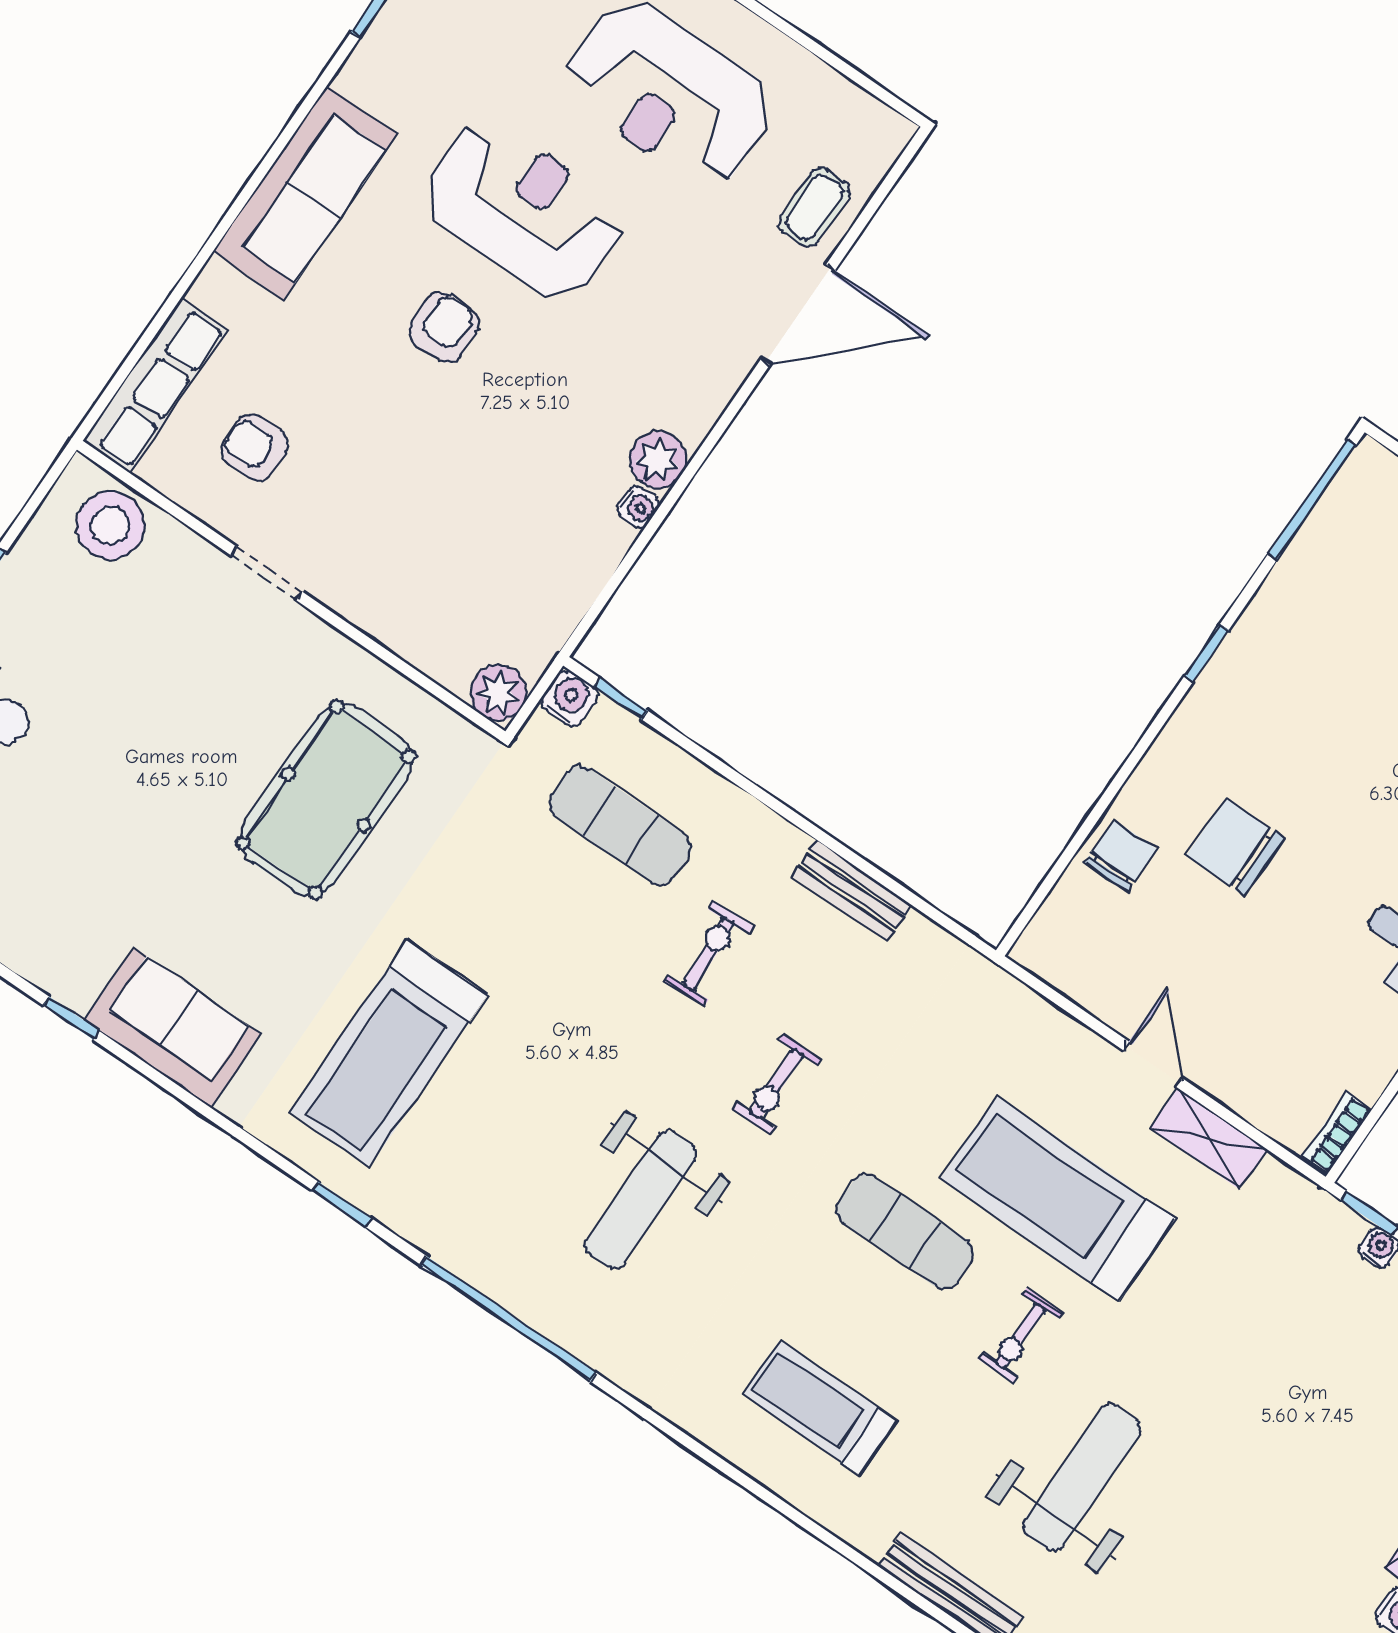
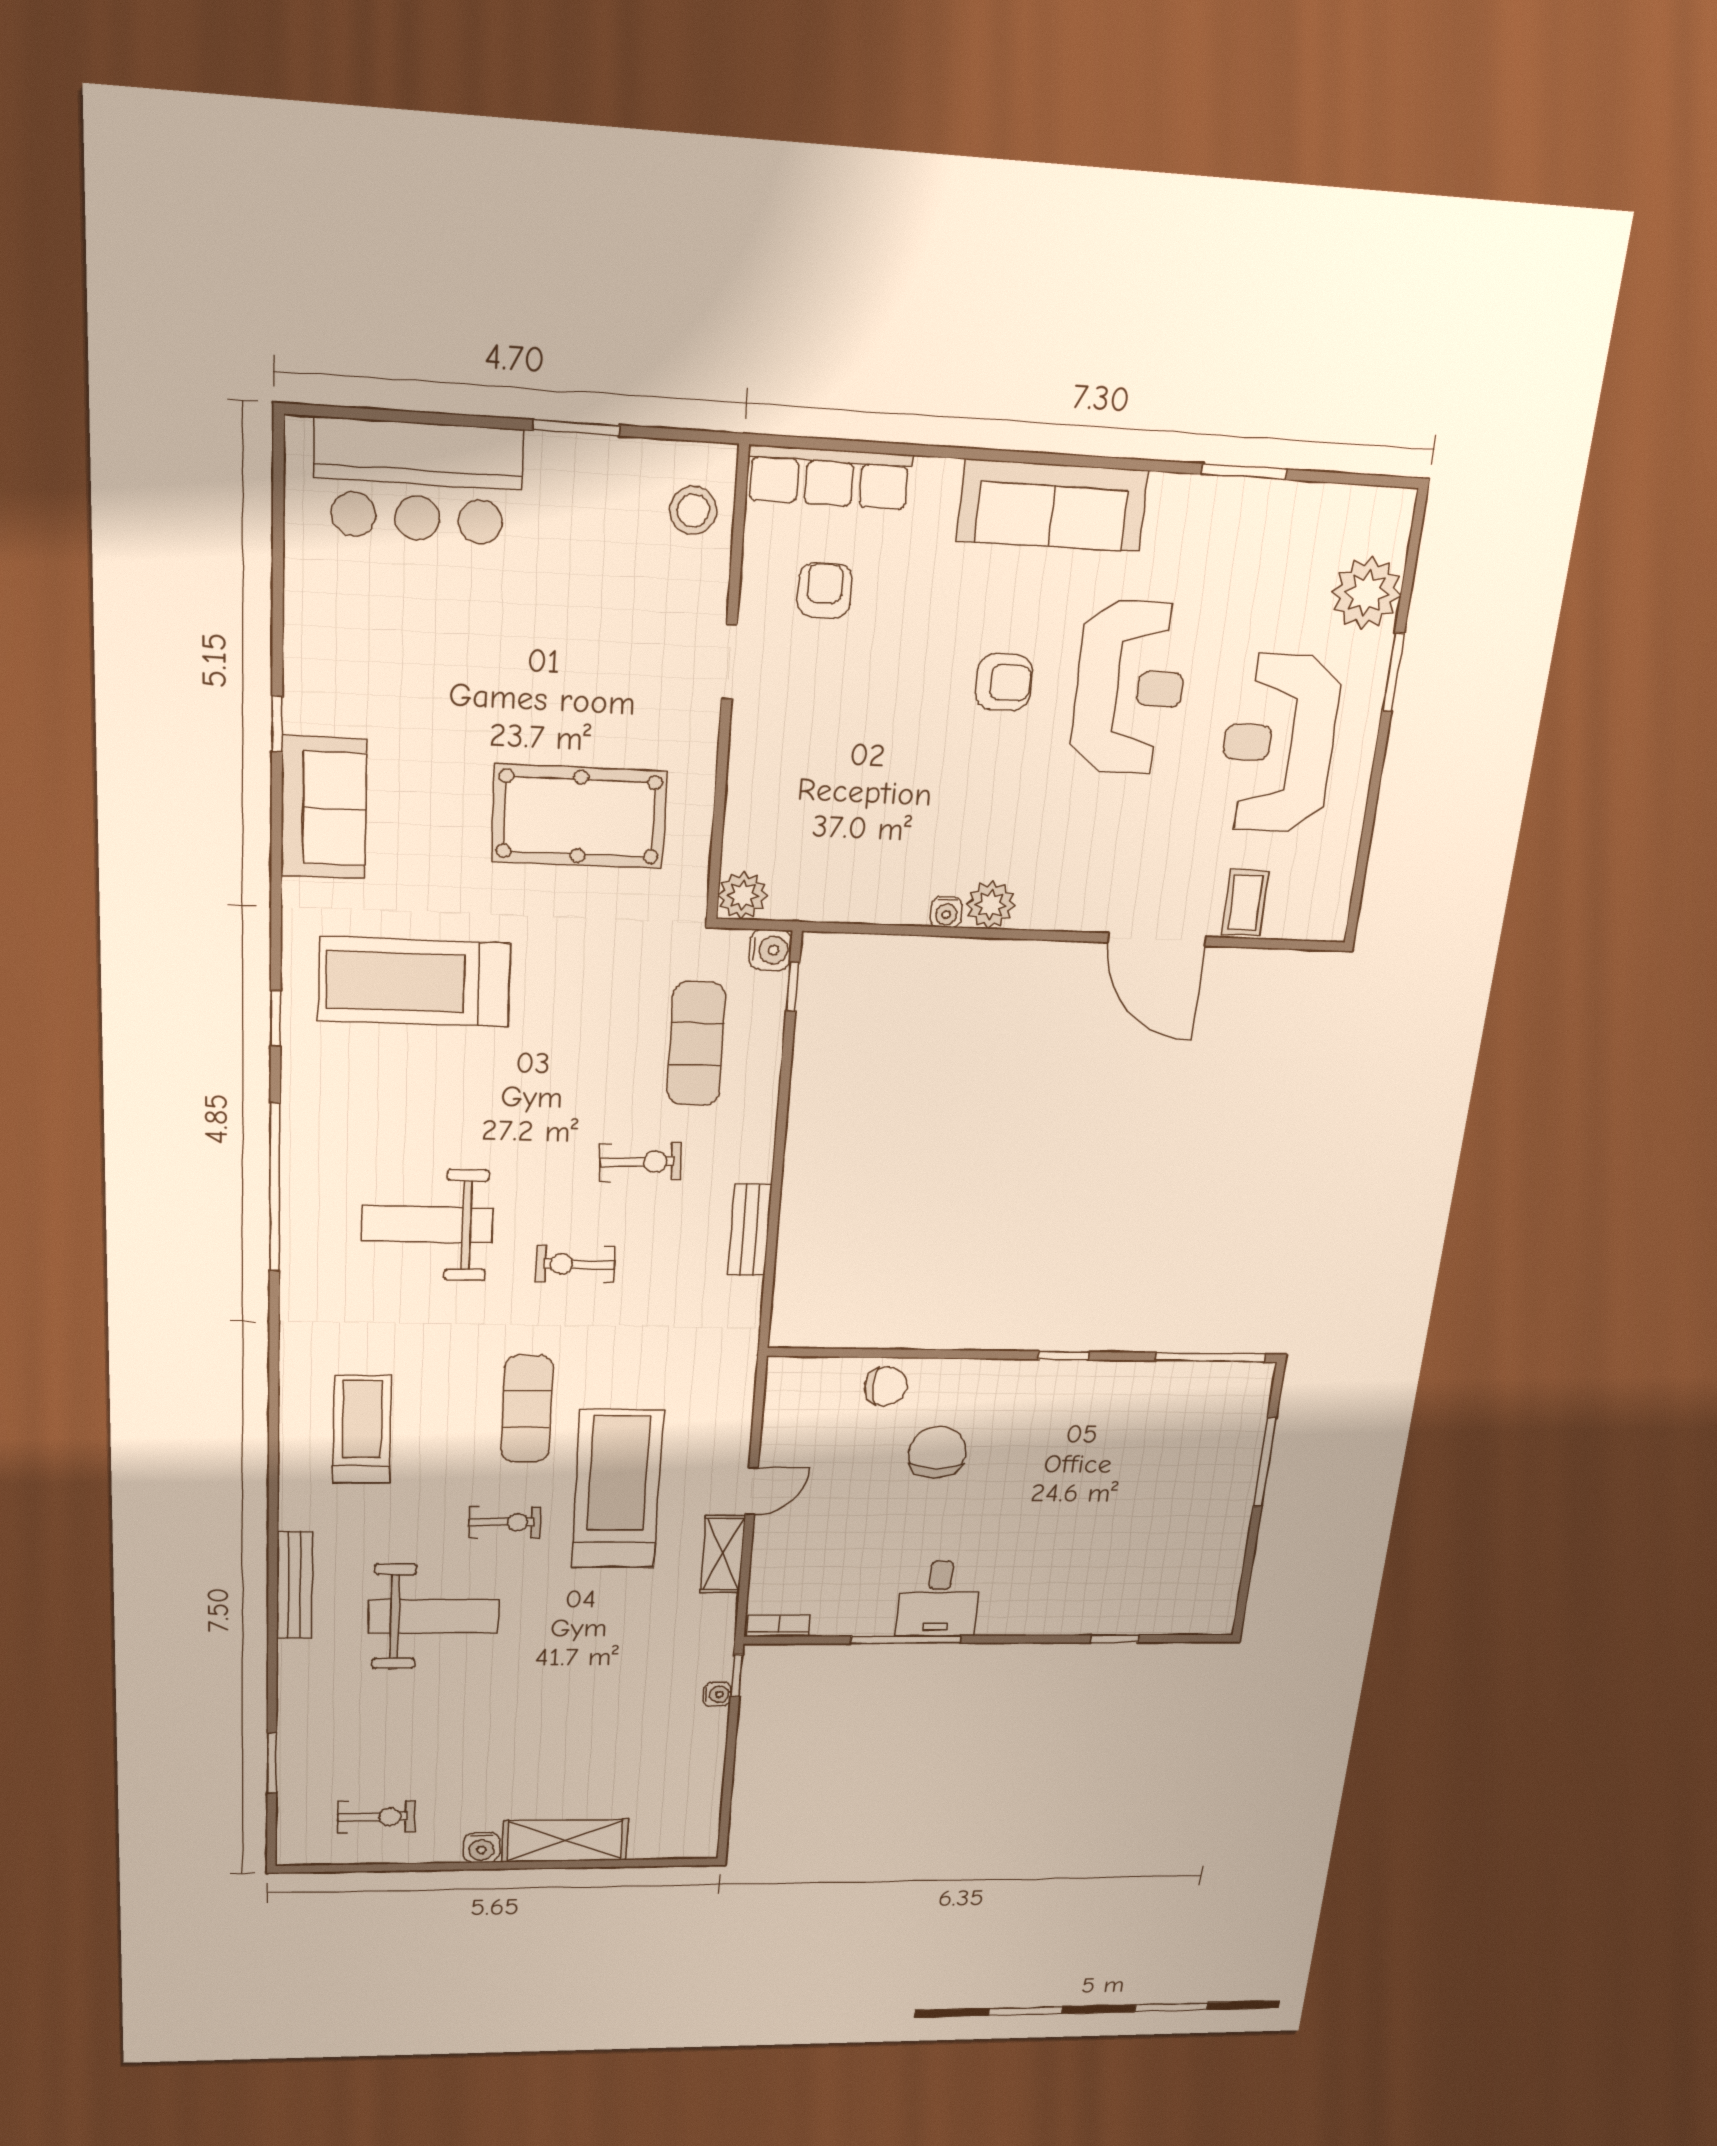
coffee table: (814, 207) -> (1245, 903), turned 90
stool: (110, 526) -> (693, 510), width x0.73, depth x0.73
exercise bike: (1020, 1336) -> (505, 1522), turned 180

